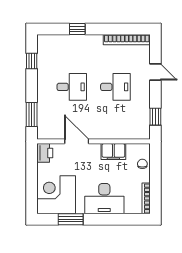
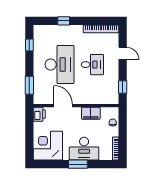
desk: (72, 87) -> (60, 65), width x1.87, depth x1.30
window: (71, 219) -> (78, 164), moved

